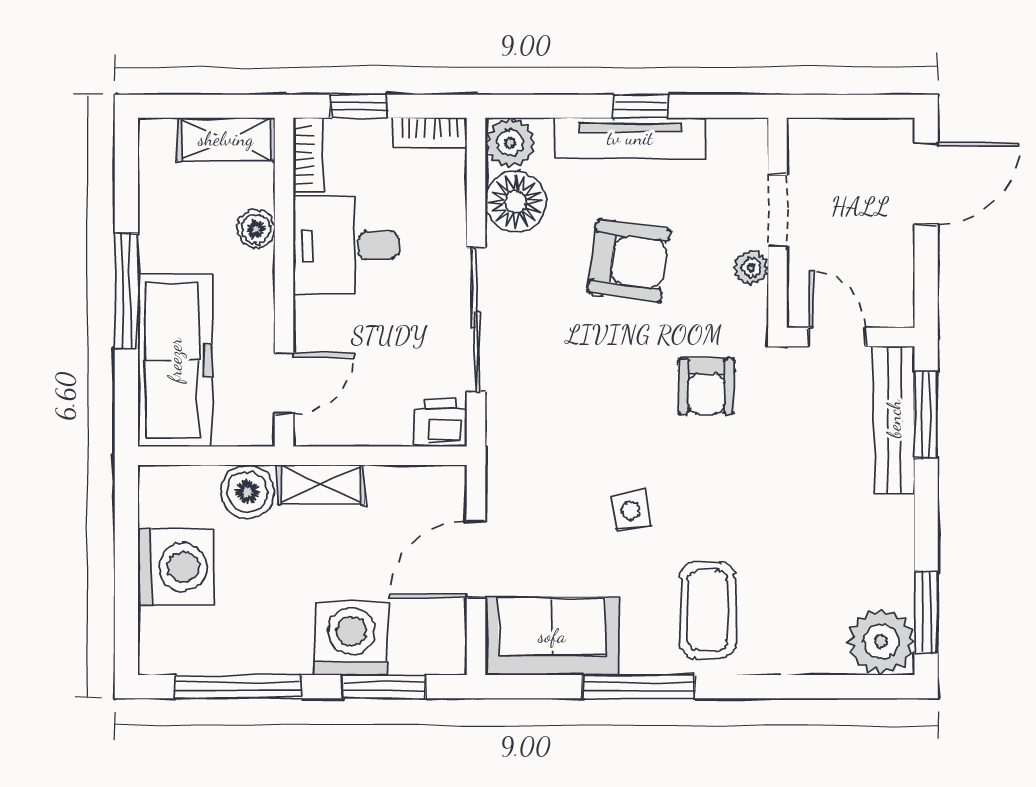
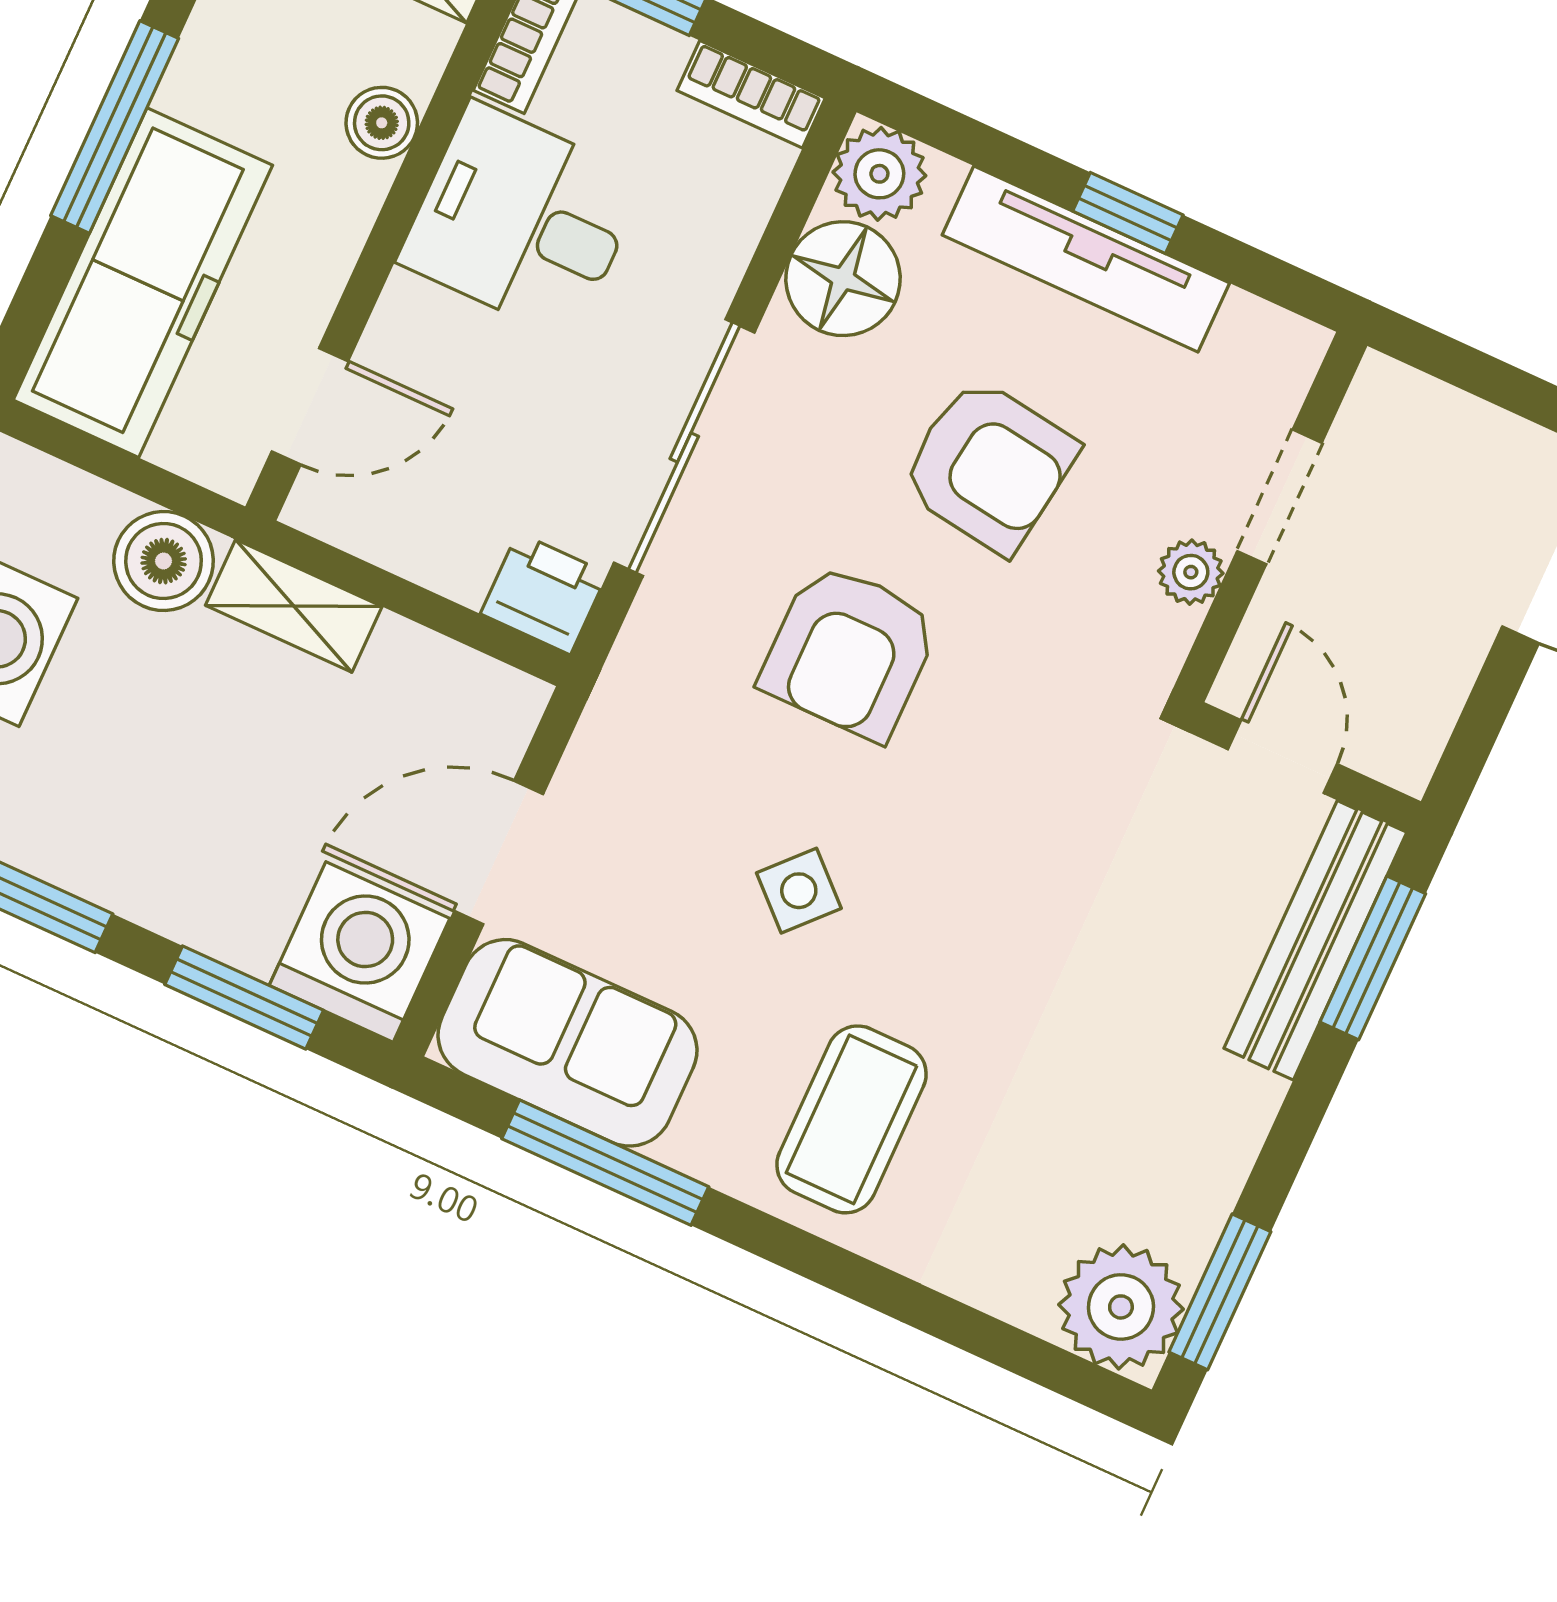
armchair: (706, 386) -> (850, 652), moved, width x1.38, depth x1.38
side table: (631, 511) -> (799, 891), turned -38
washing machine: (351, 639) -> (360, 952), moved
window: (639, 687) -> (605, 1163), moved

